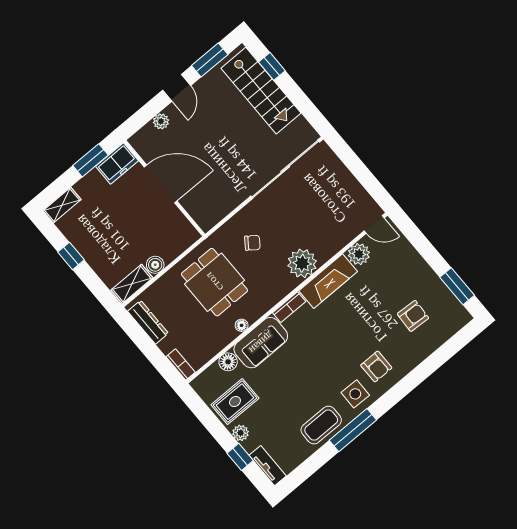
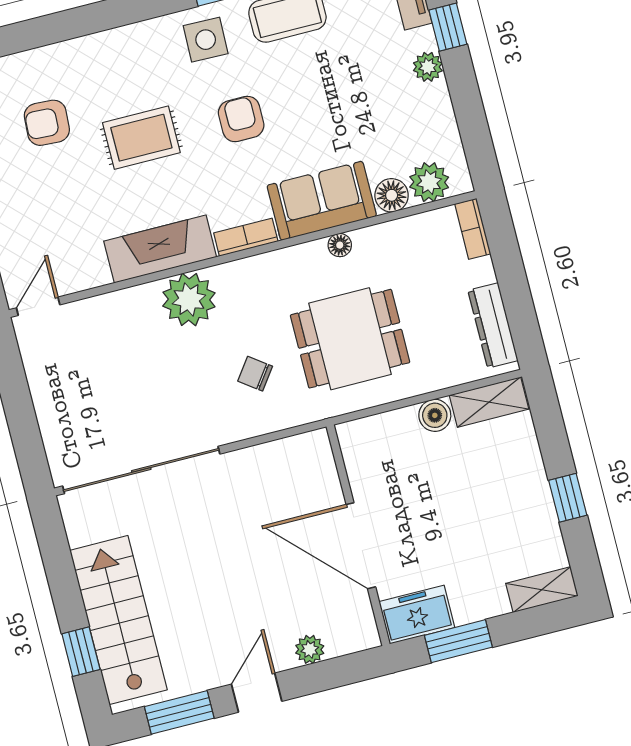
door: (374, 224) -> (38, 306), hinge flipped
plant: (359, 254) -> (429, 182), moved
dining table: (214, 282) -> (350, 339), turned 90
armchair: (376, 366) -> (241, 119), moved
rug: (235, 402) -> (141, 138), moved

